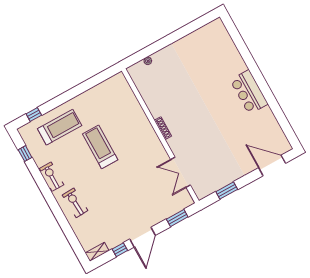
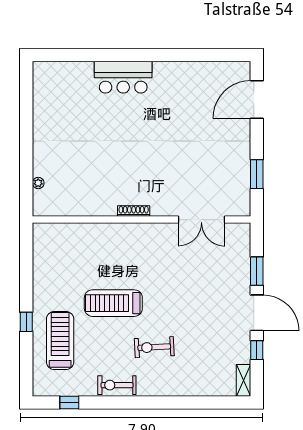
bar counter: (249, 92) -> (123, 77), moved
window: (34, 115) -> (26, 322), moved
exercise bike: (75, 203) -> (154, 347), moved
window: (177, 218) -> (257, 271), moved

